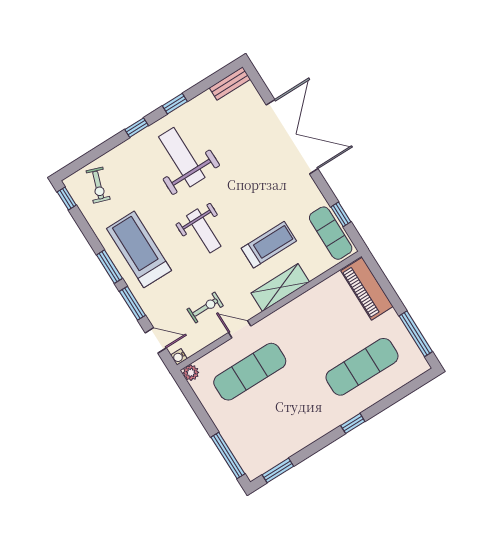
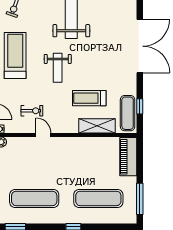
treadmill: (269, 245) -> (89, 98), turned 180
shelving: (280, 287) -> (97, 126), moved
exercise mat: (250, 372) -> (34, 198), moved

